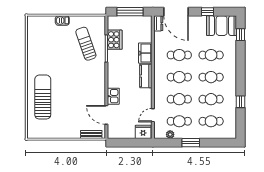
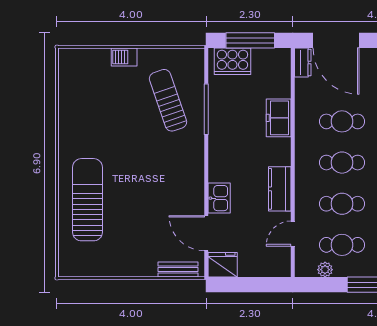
cooker: (115, 40) -> (232, 61), moved, turned 90
kitchen counter: (146, 76) -> (280, 189), moved
fridge: (143, 132) -> (223, 265), moved

